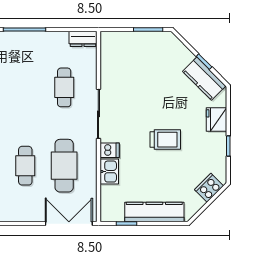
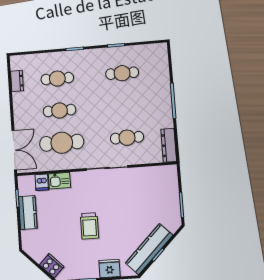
dresser: (83, 39) -> (169, 145), width x1.44
kitchen counter: (204, 79) -> (149, 249), width x1.50
dishwasher: (110, 150) -> (42, 182), moved
kitchen counter: (154, 212) -> (28, 213), width x0.67

